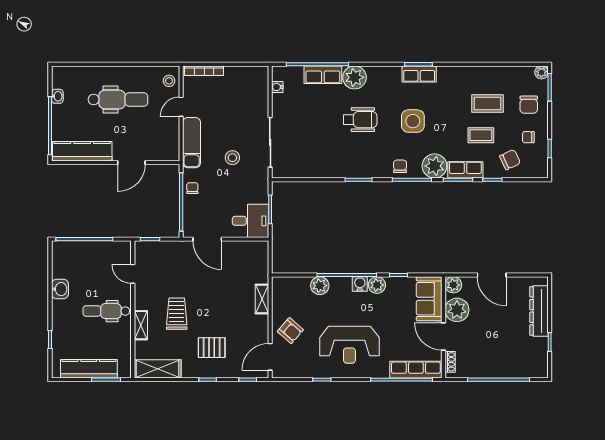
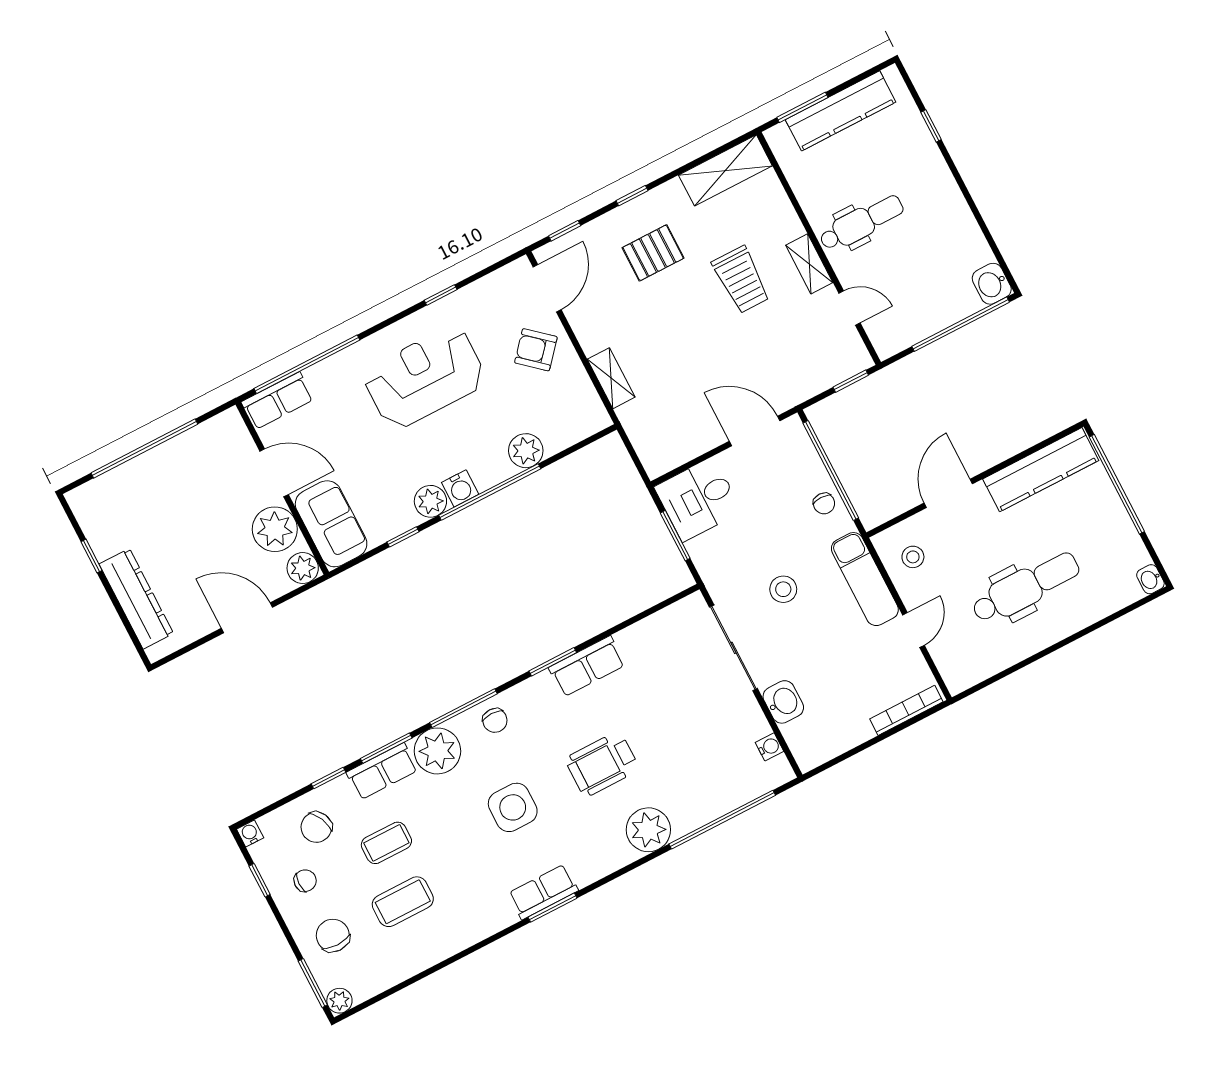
row of seats: (323, 75) -> (587, 666), moved, turned 180
stool: (169, 81) -> (913, 557), moved
washbasin: (57, 96) -> (1150, 579), moved
dental chair: (118, 99) -> (1026, 587), turned 180
washbasin: (260, 105) -> (783, 702), added
water cooler: (543, 173) -> (250, 833), added
washbasin: (60, 289) -> (992, 284), moved
shelving: (141, 325) -> (809, 264), moved
shoe rack: (450, 362) -> (241, 436), removed
row of seats: (416, 370) -> (278, 401), width x0.68

